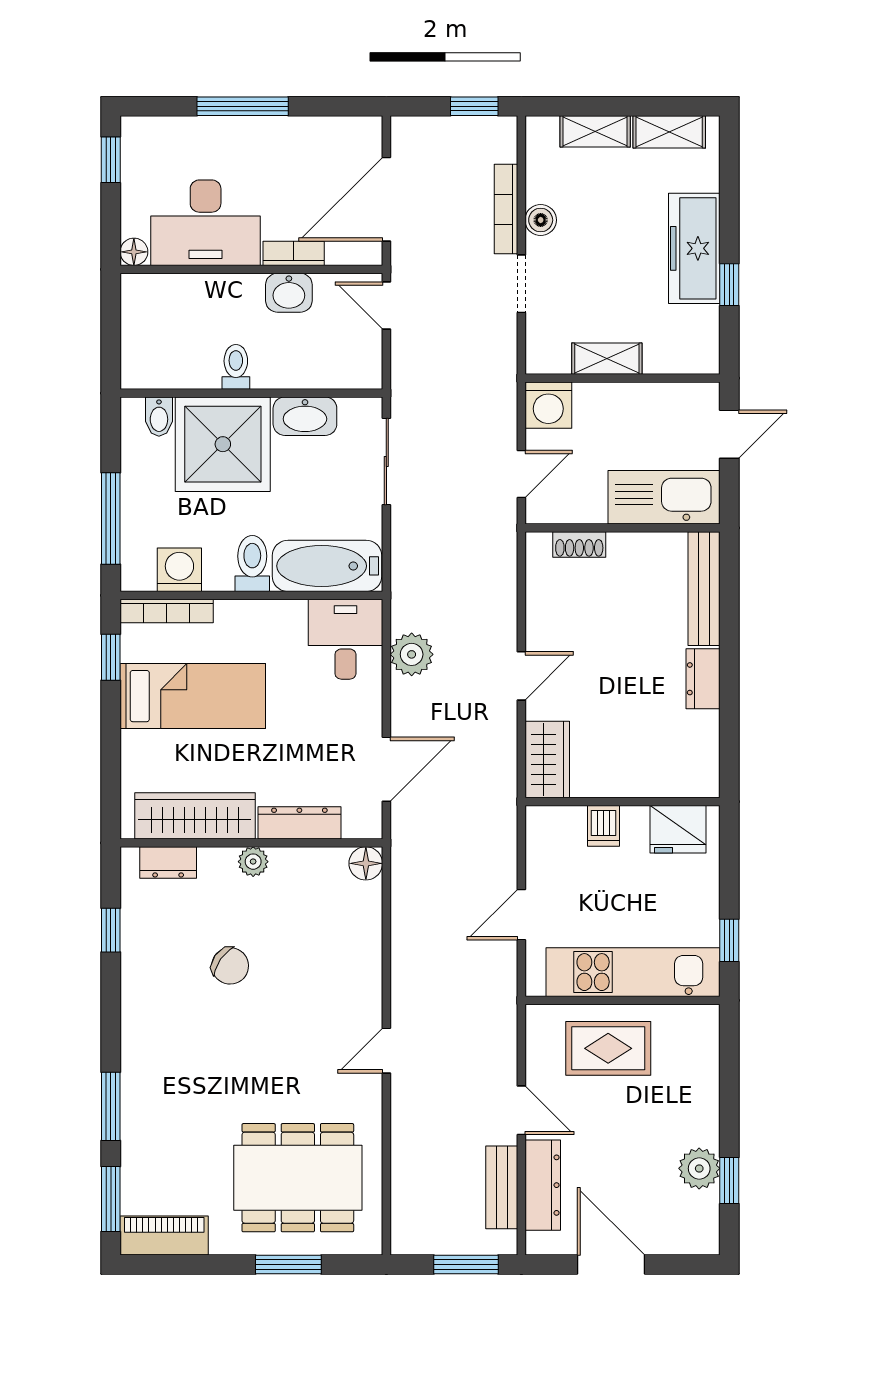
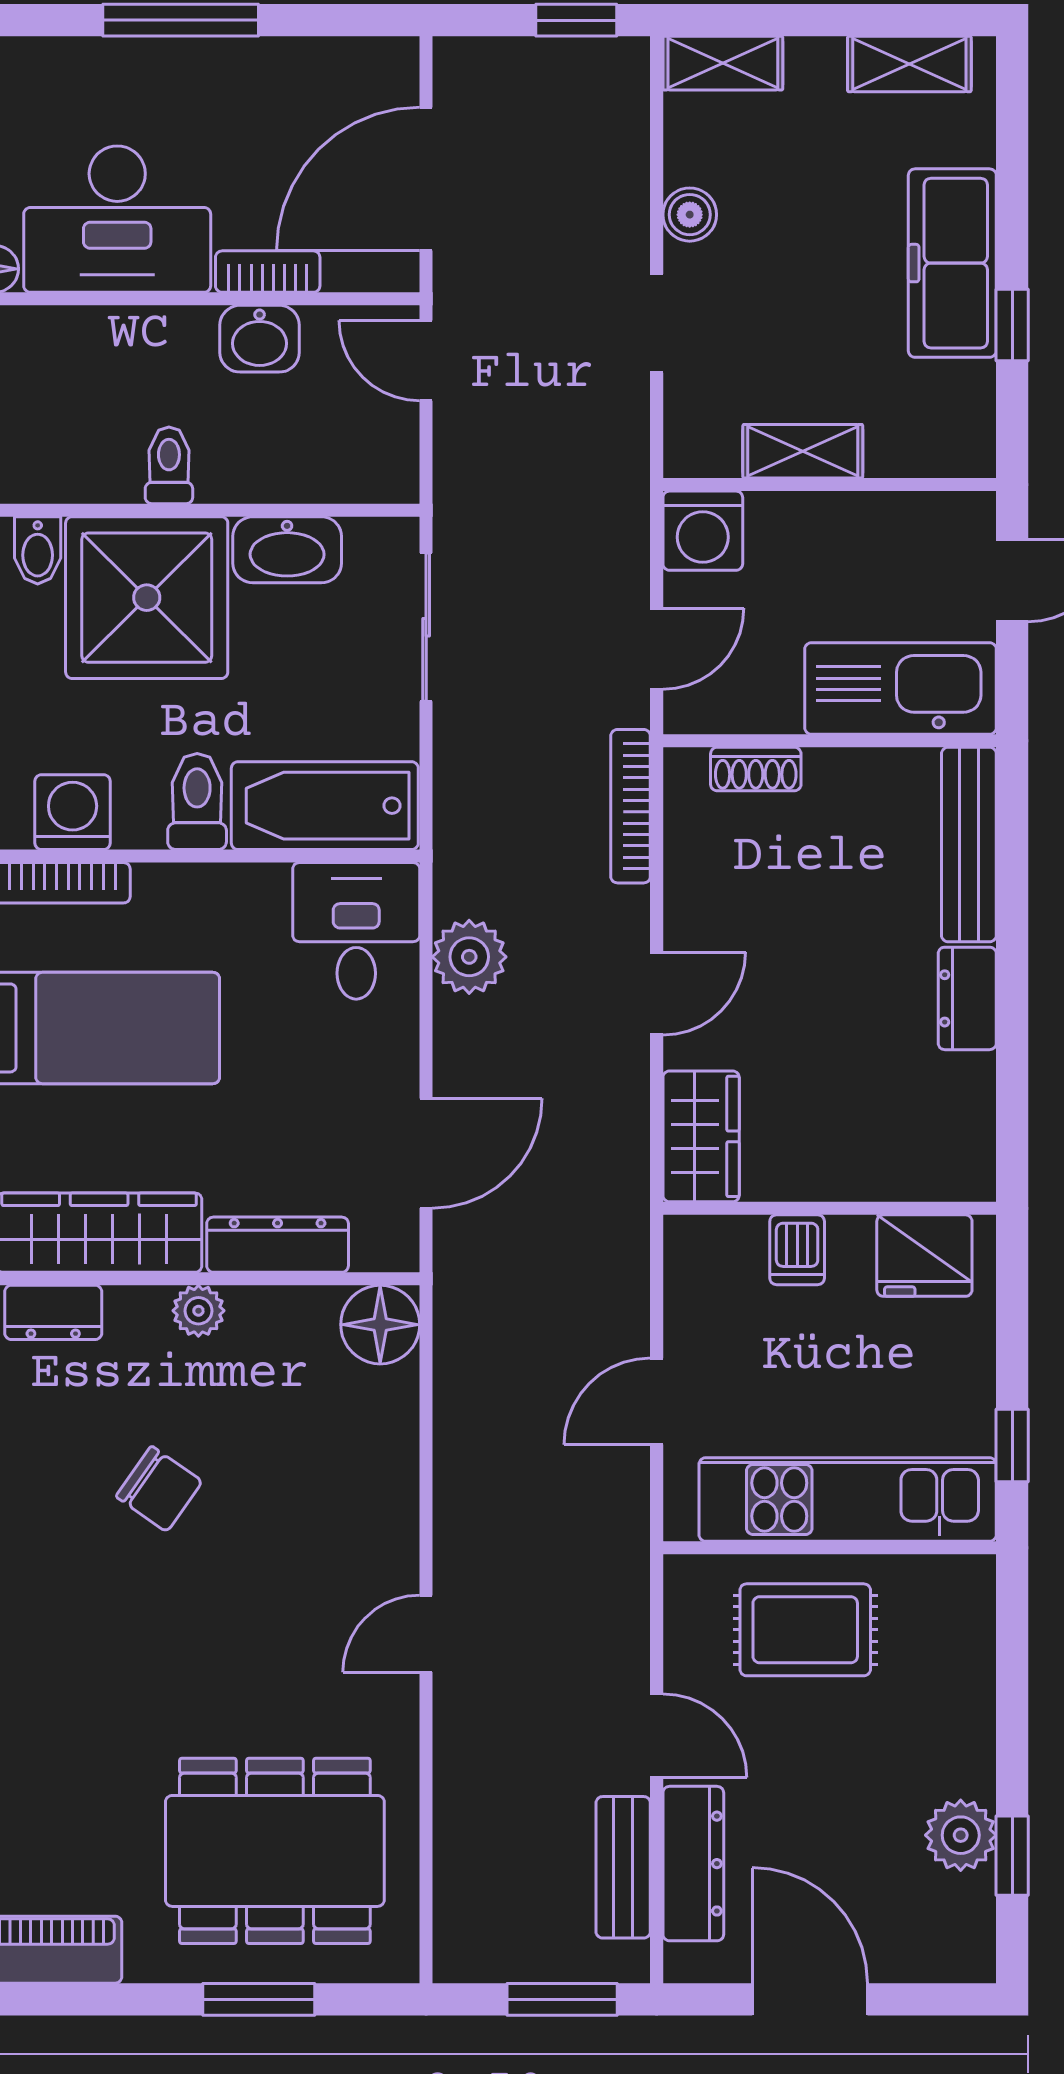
shelving: (595, 131) -> (723, 63), moved
bookcase: (506, 209) -> (631, 806), moved
floor lamp: (366, 863) -> (380, 1325), width x1.38, depth x1.38

